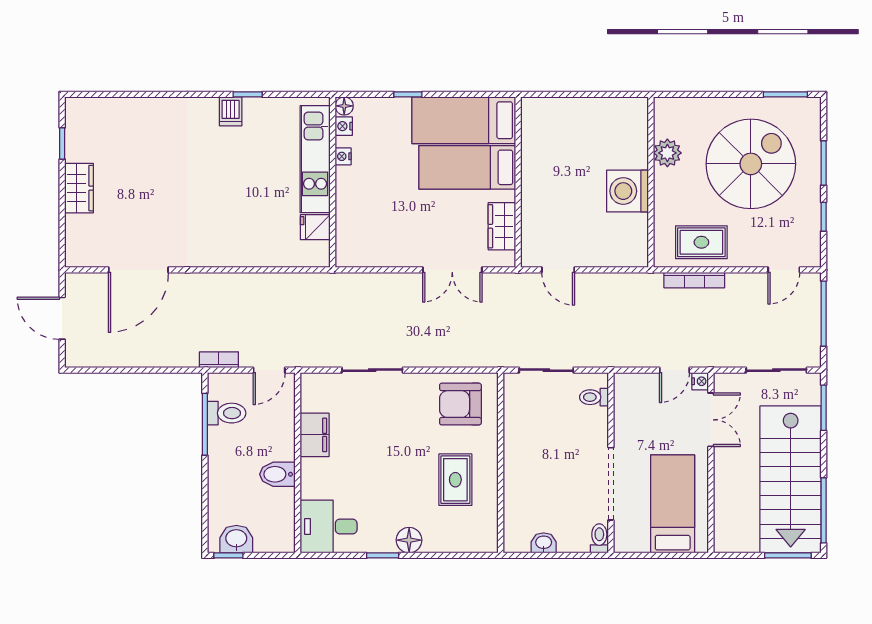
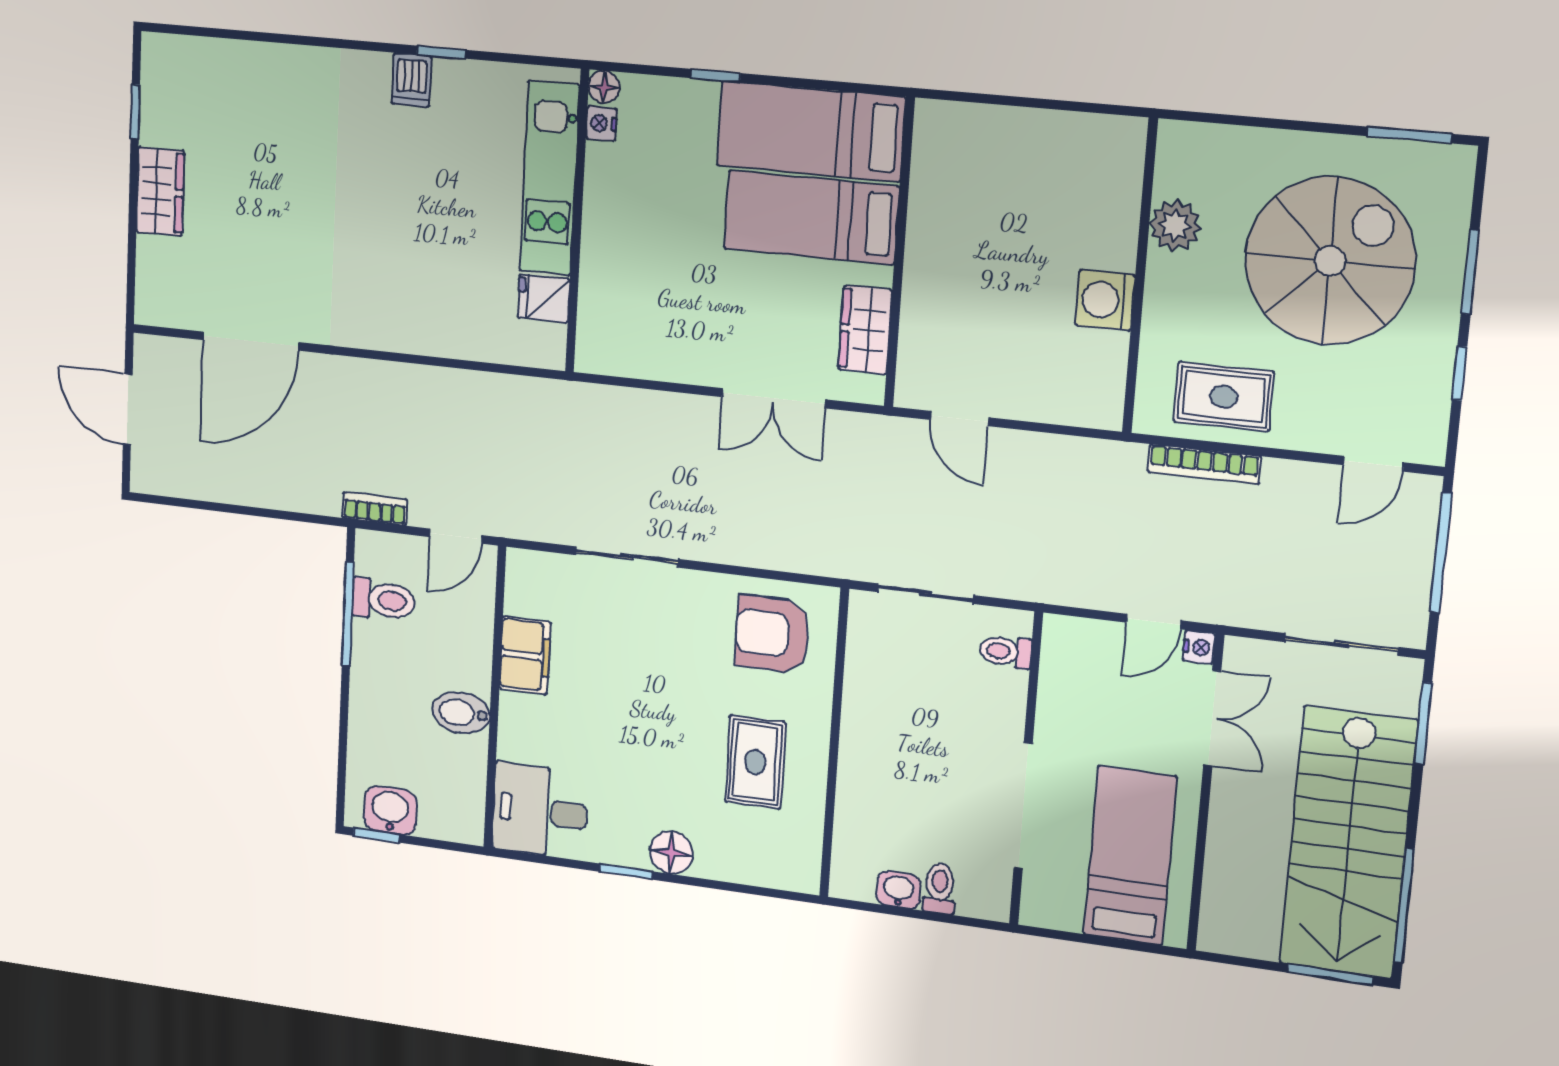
nightstand: (343, 156) -> (597, 177), removed
washing machine: (627, 191) -> (1105, 300), width x0.73, depth x0.73
toilet: (599, 538) -> (940, 888), moved

